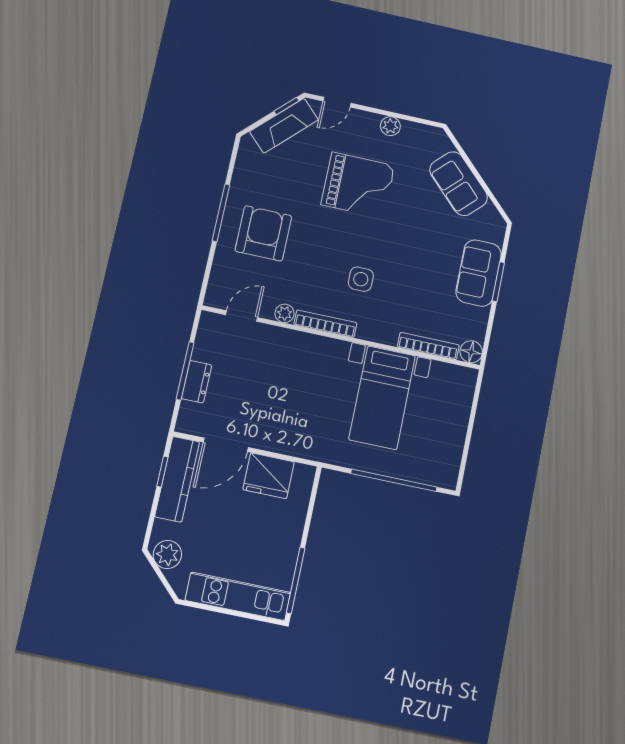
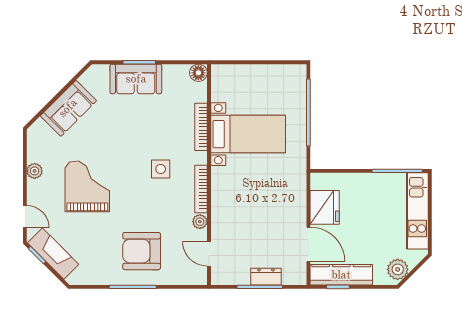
bookcase: (428, 346) -> (201, 127), moved

